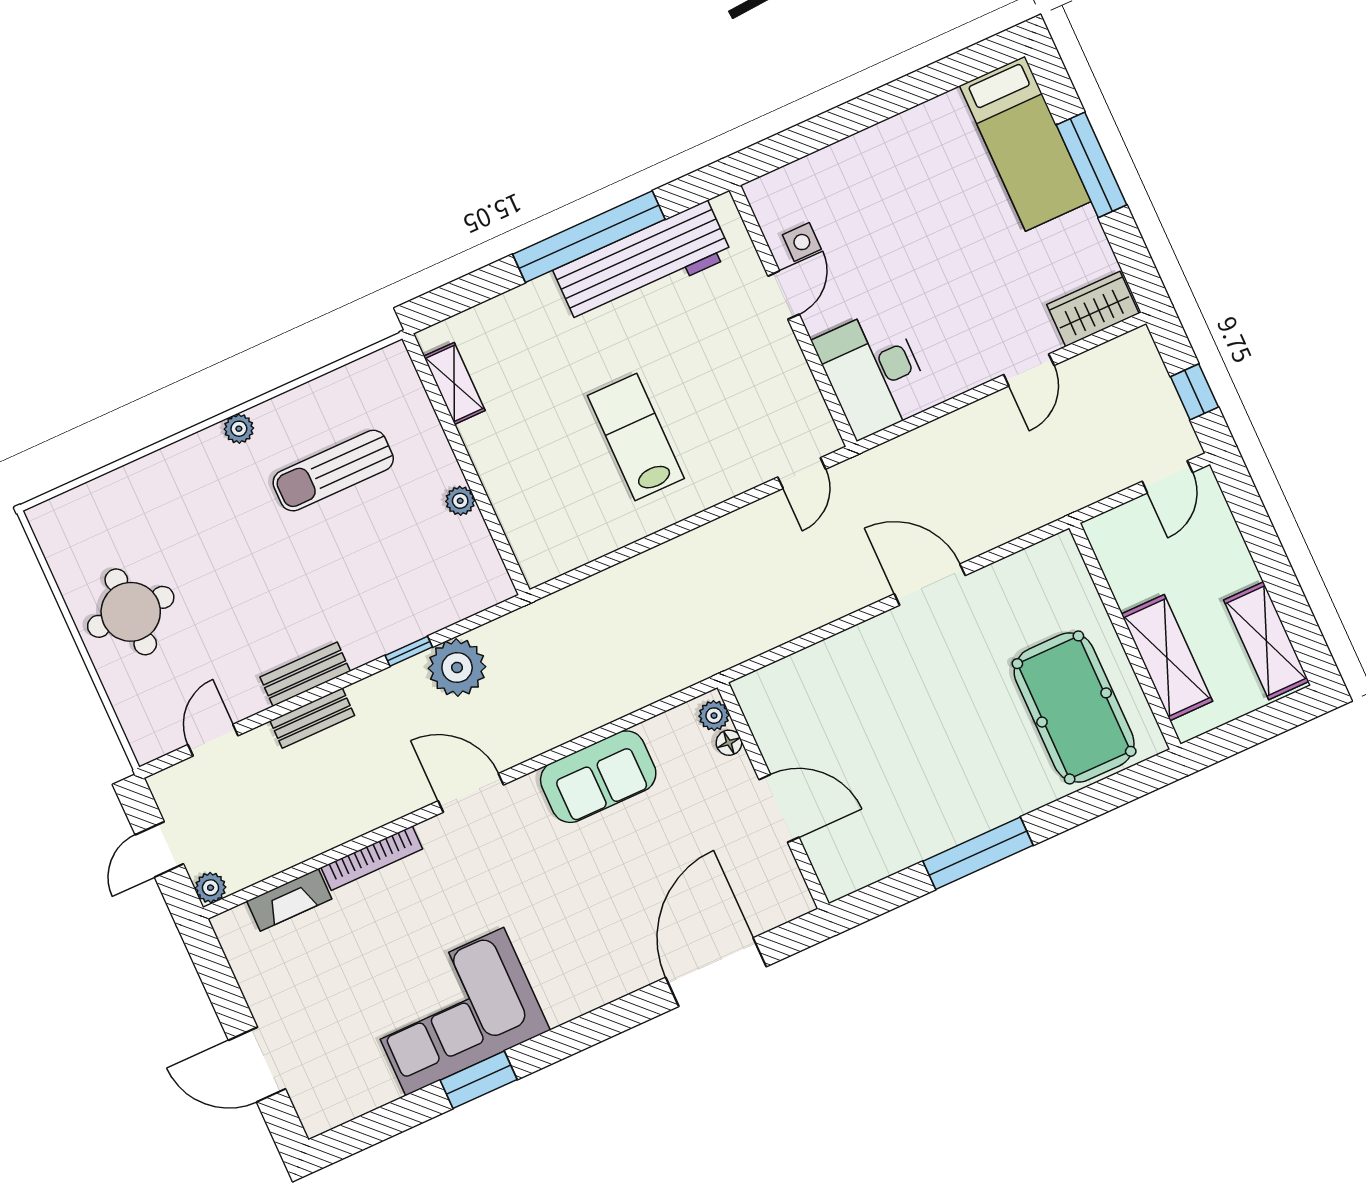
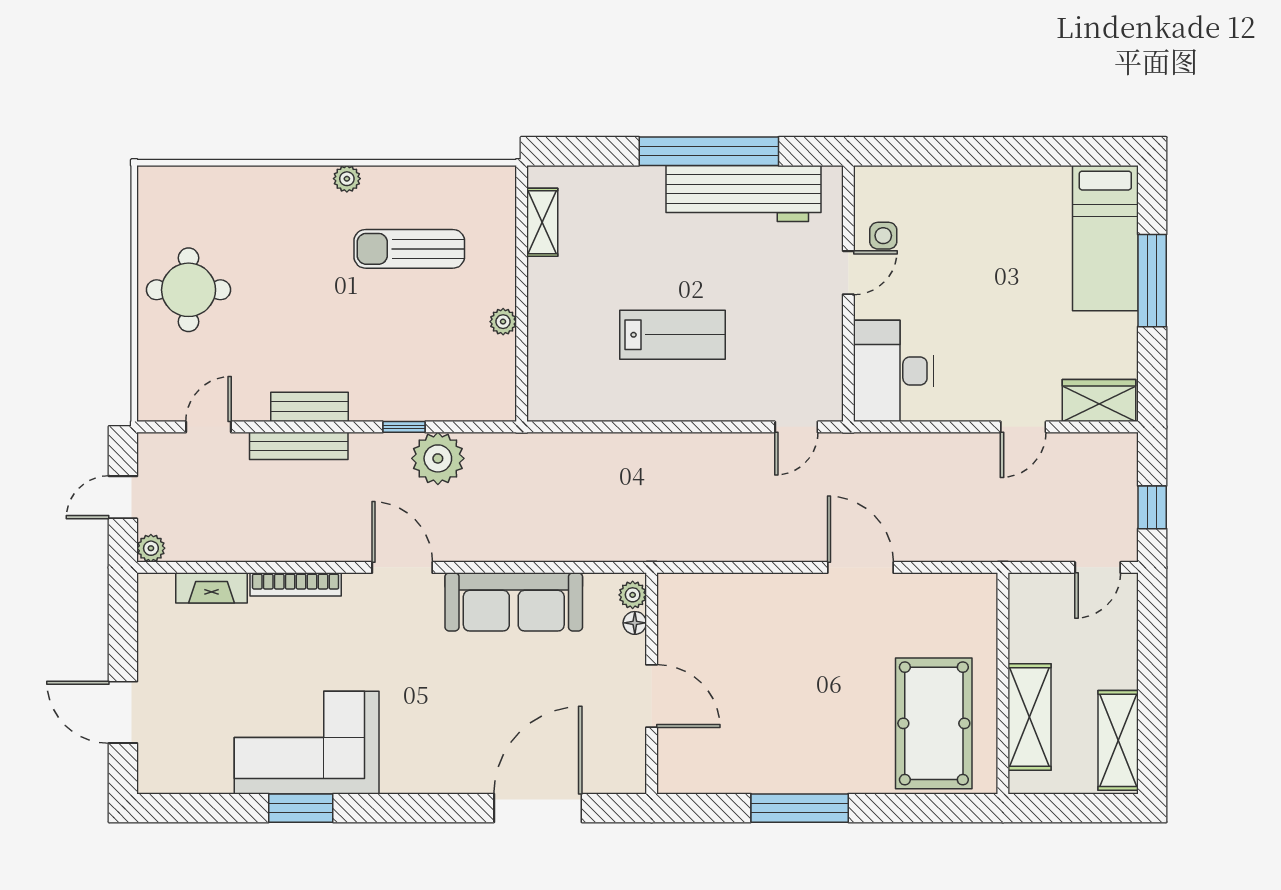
lab bench: (636, 437) -> (673, 335), turned 90
bench: (312, 718) -> (299, 446), width x1.36
sofa: (598, 777) -> (514, 602), width x1.36

